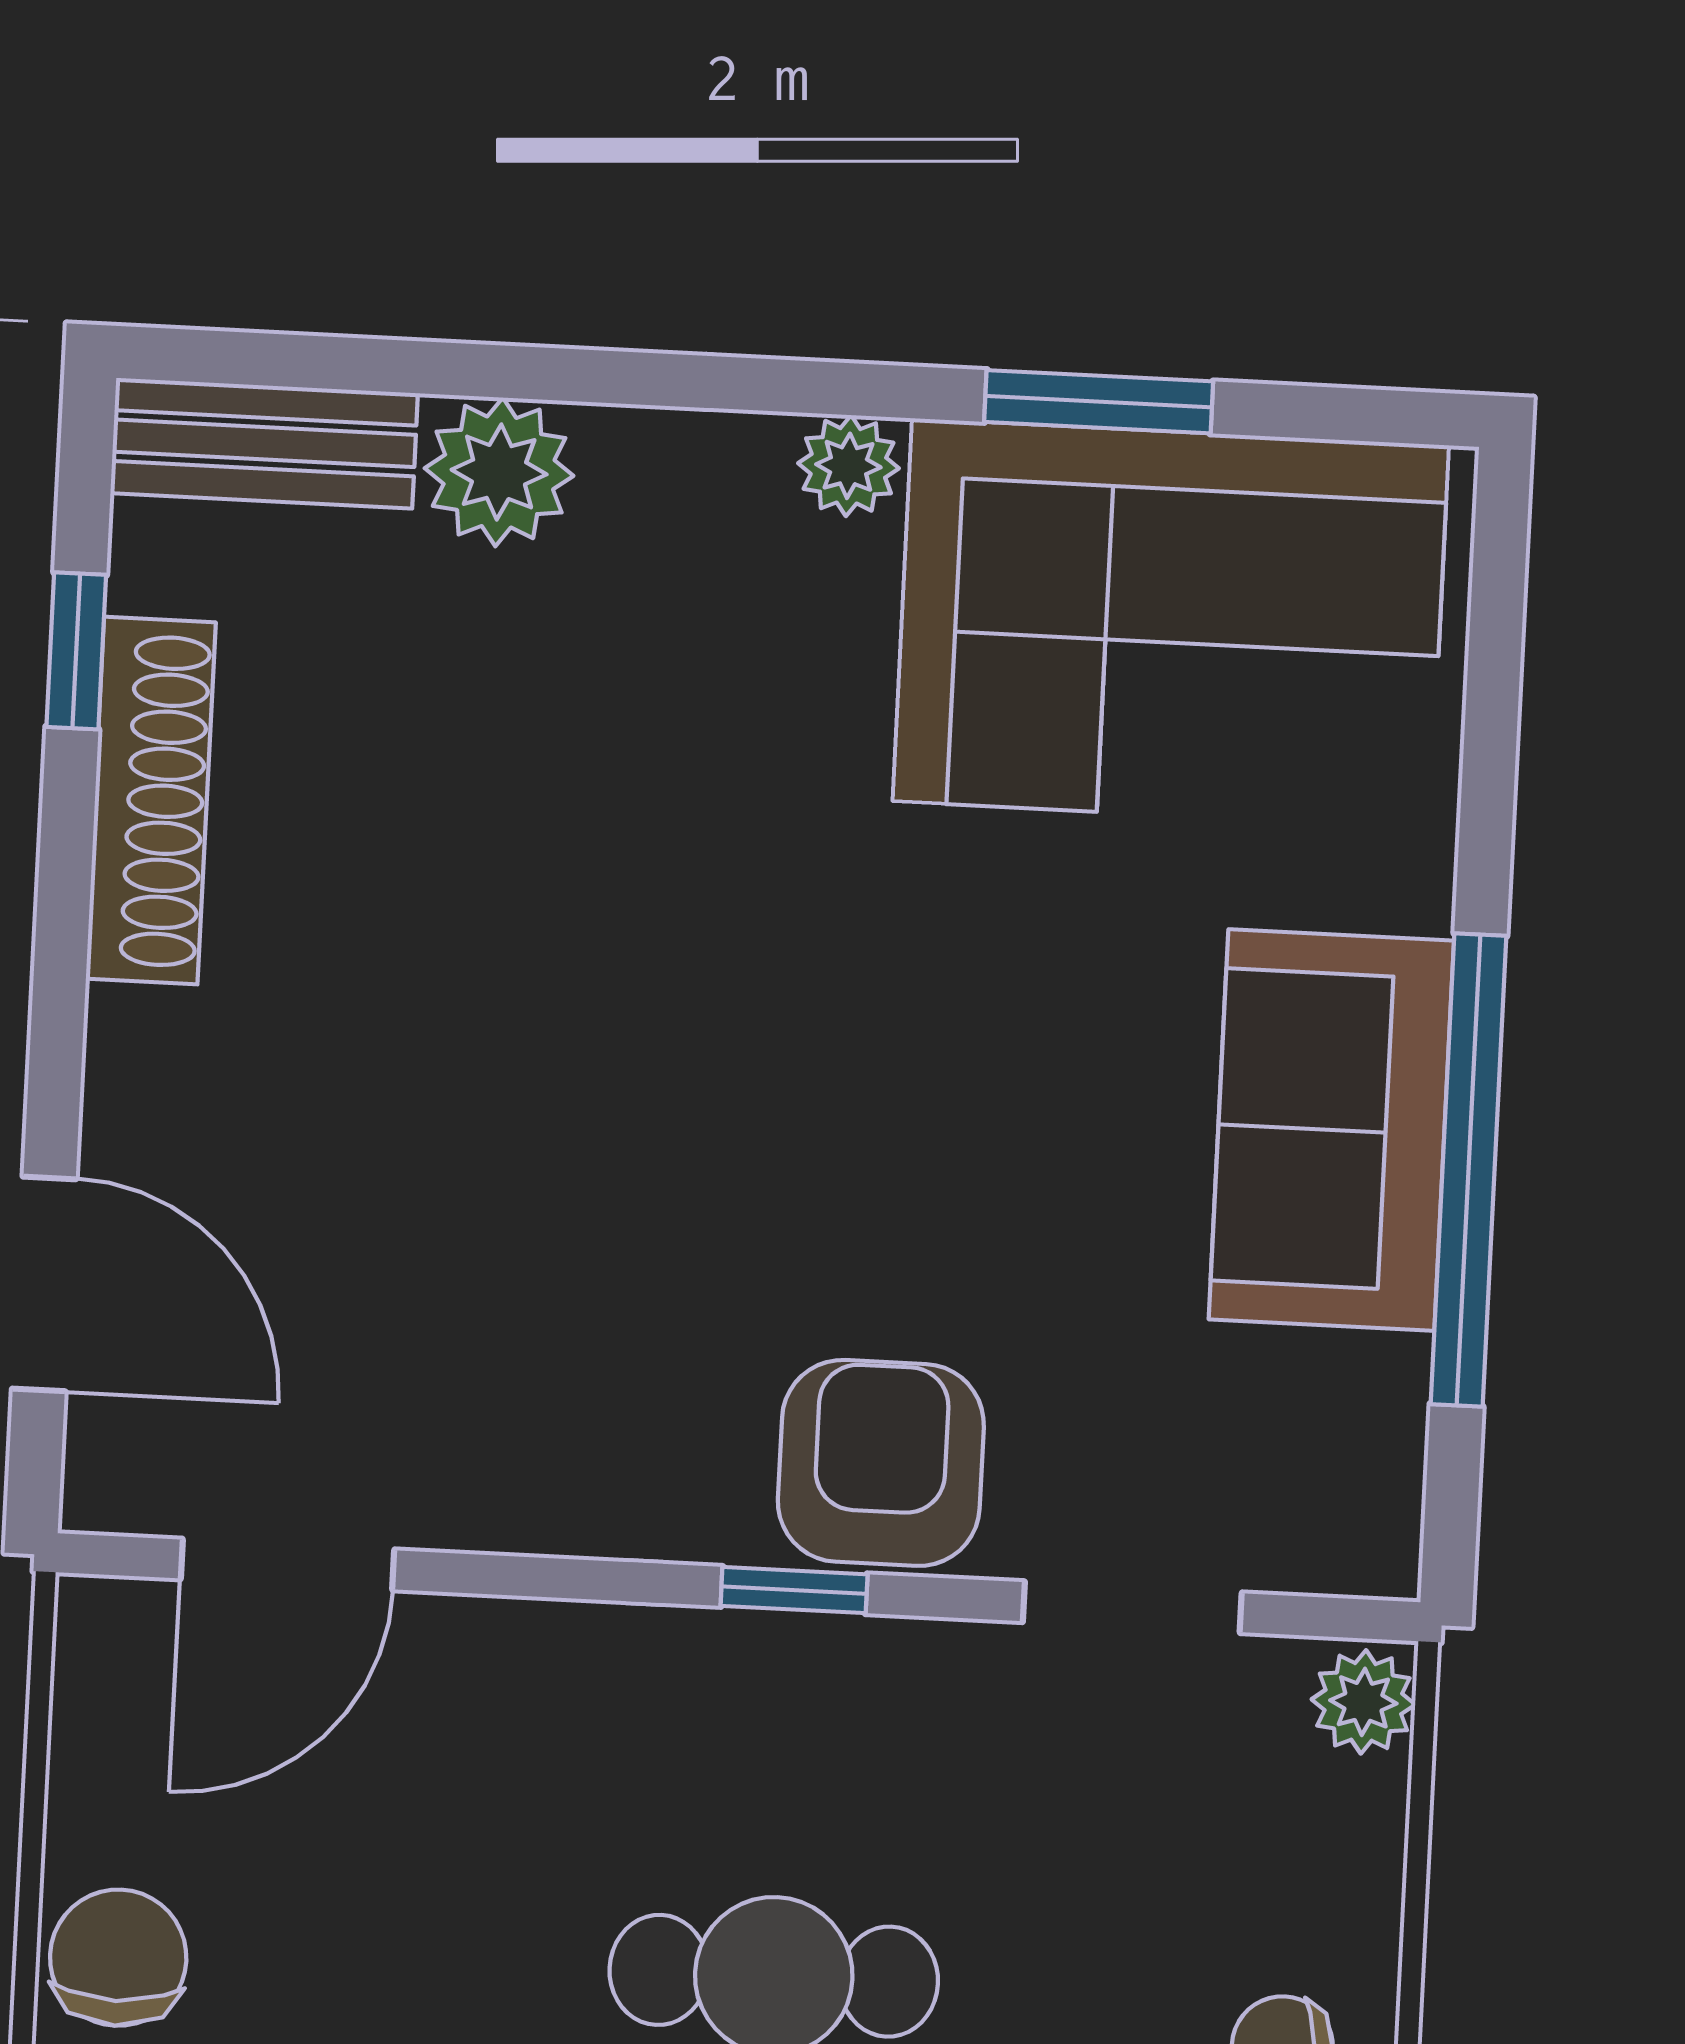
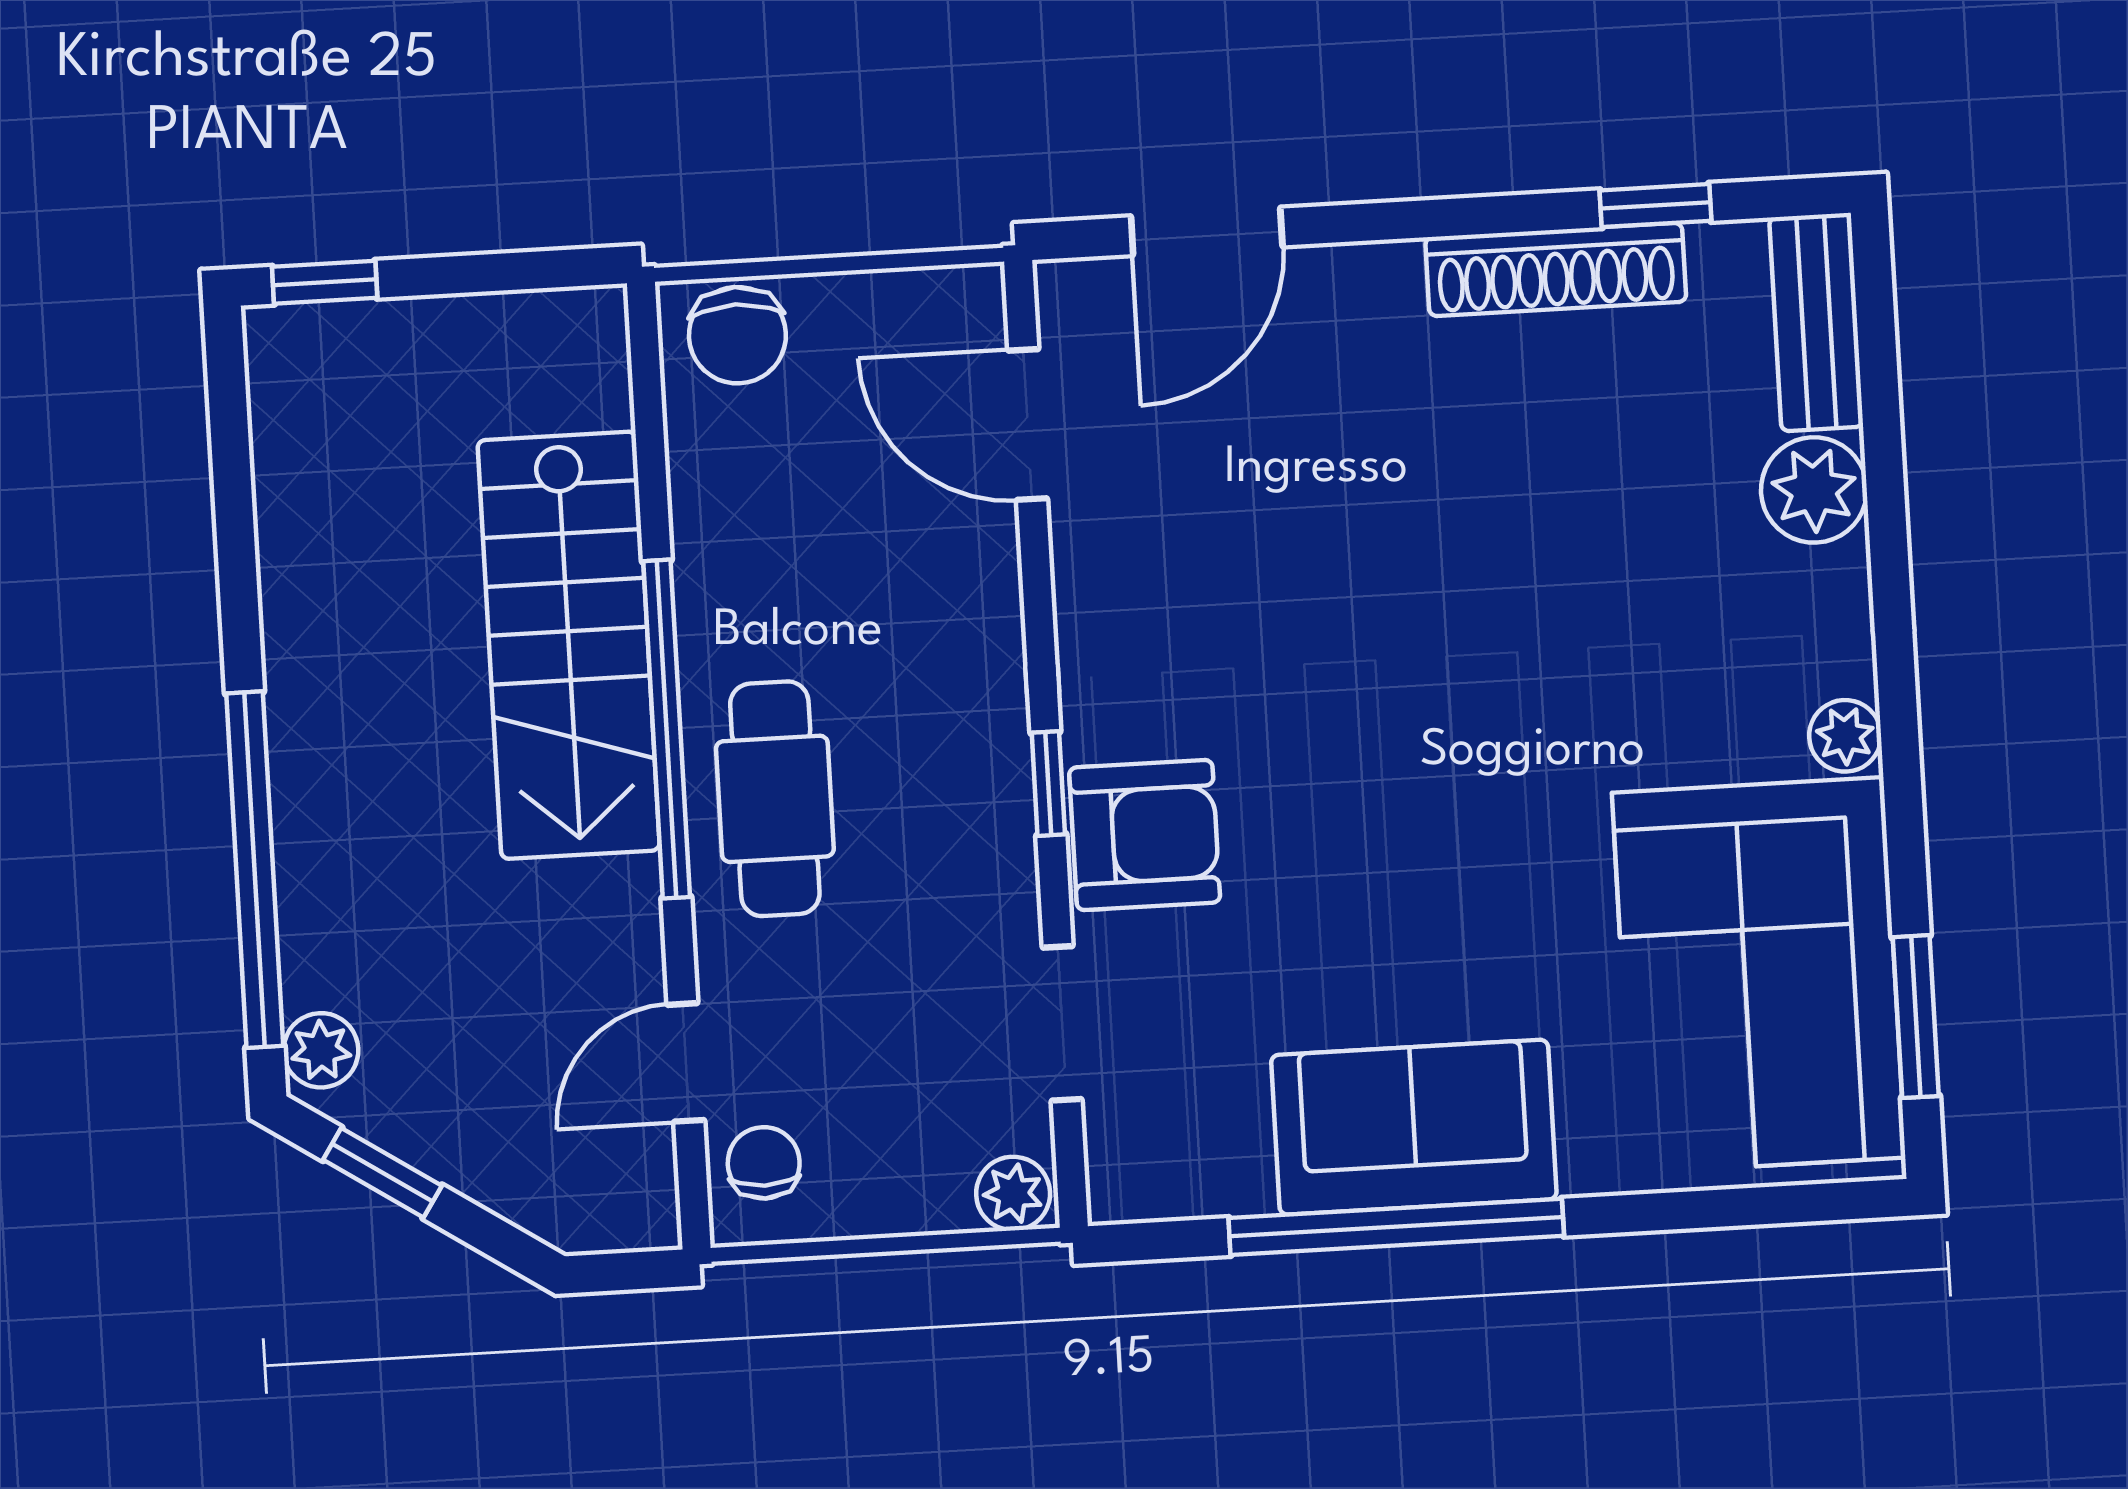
window: (1099, 402) -> (1916, 1017), moved
chair: (118, 1958) -> (737, 335), turned 90

